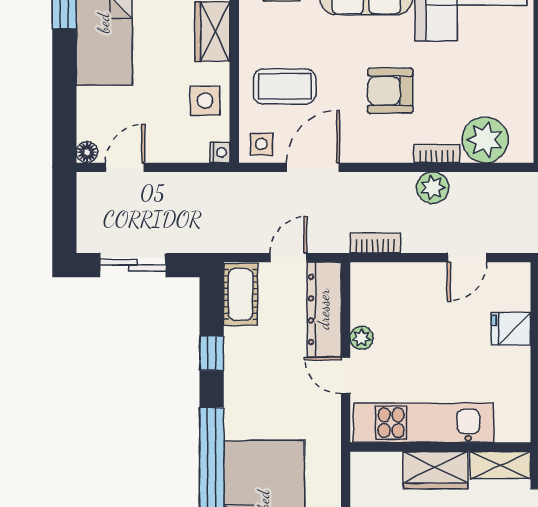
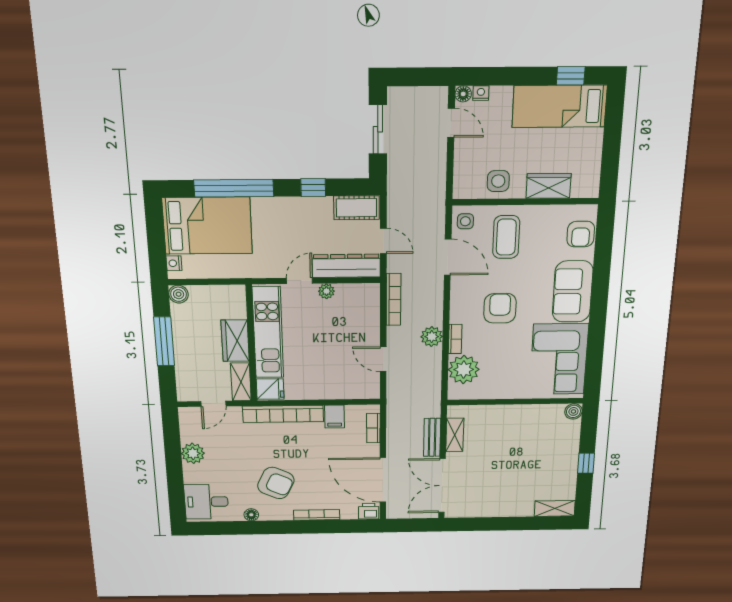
nightstand: (220, 152) -> (481, 93), moved, turned 180
bookcase: (375, 243) -> (393, 300), width x1.56
fridge: (511, 329) -> (270, 389), moved, turned 90

